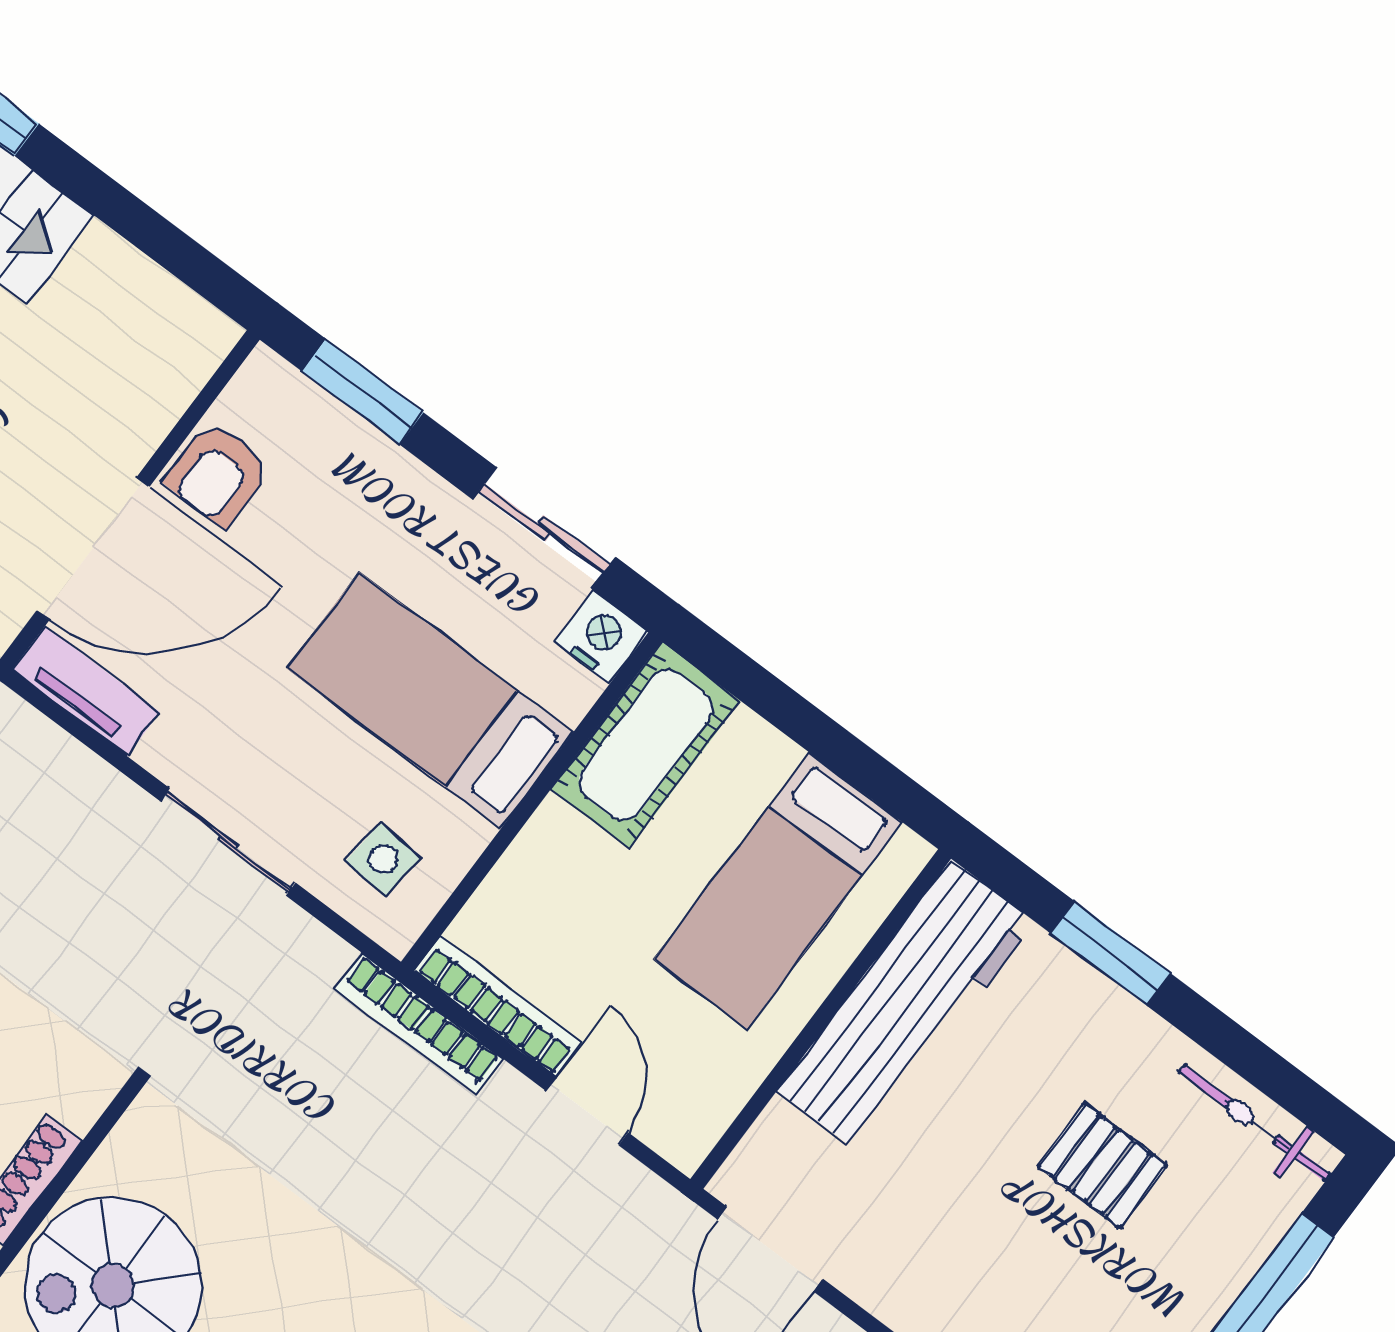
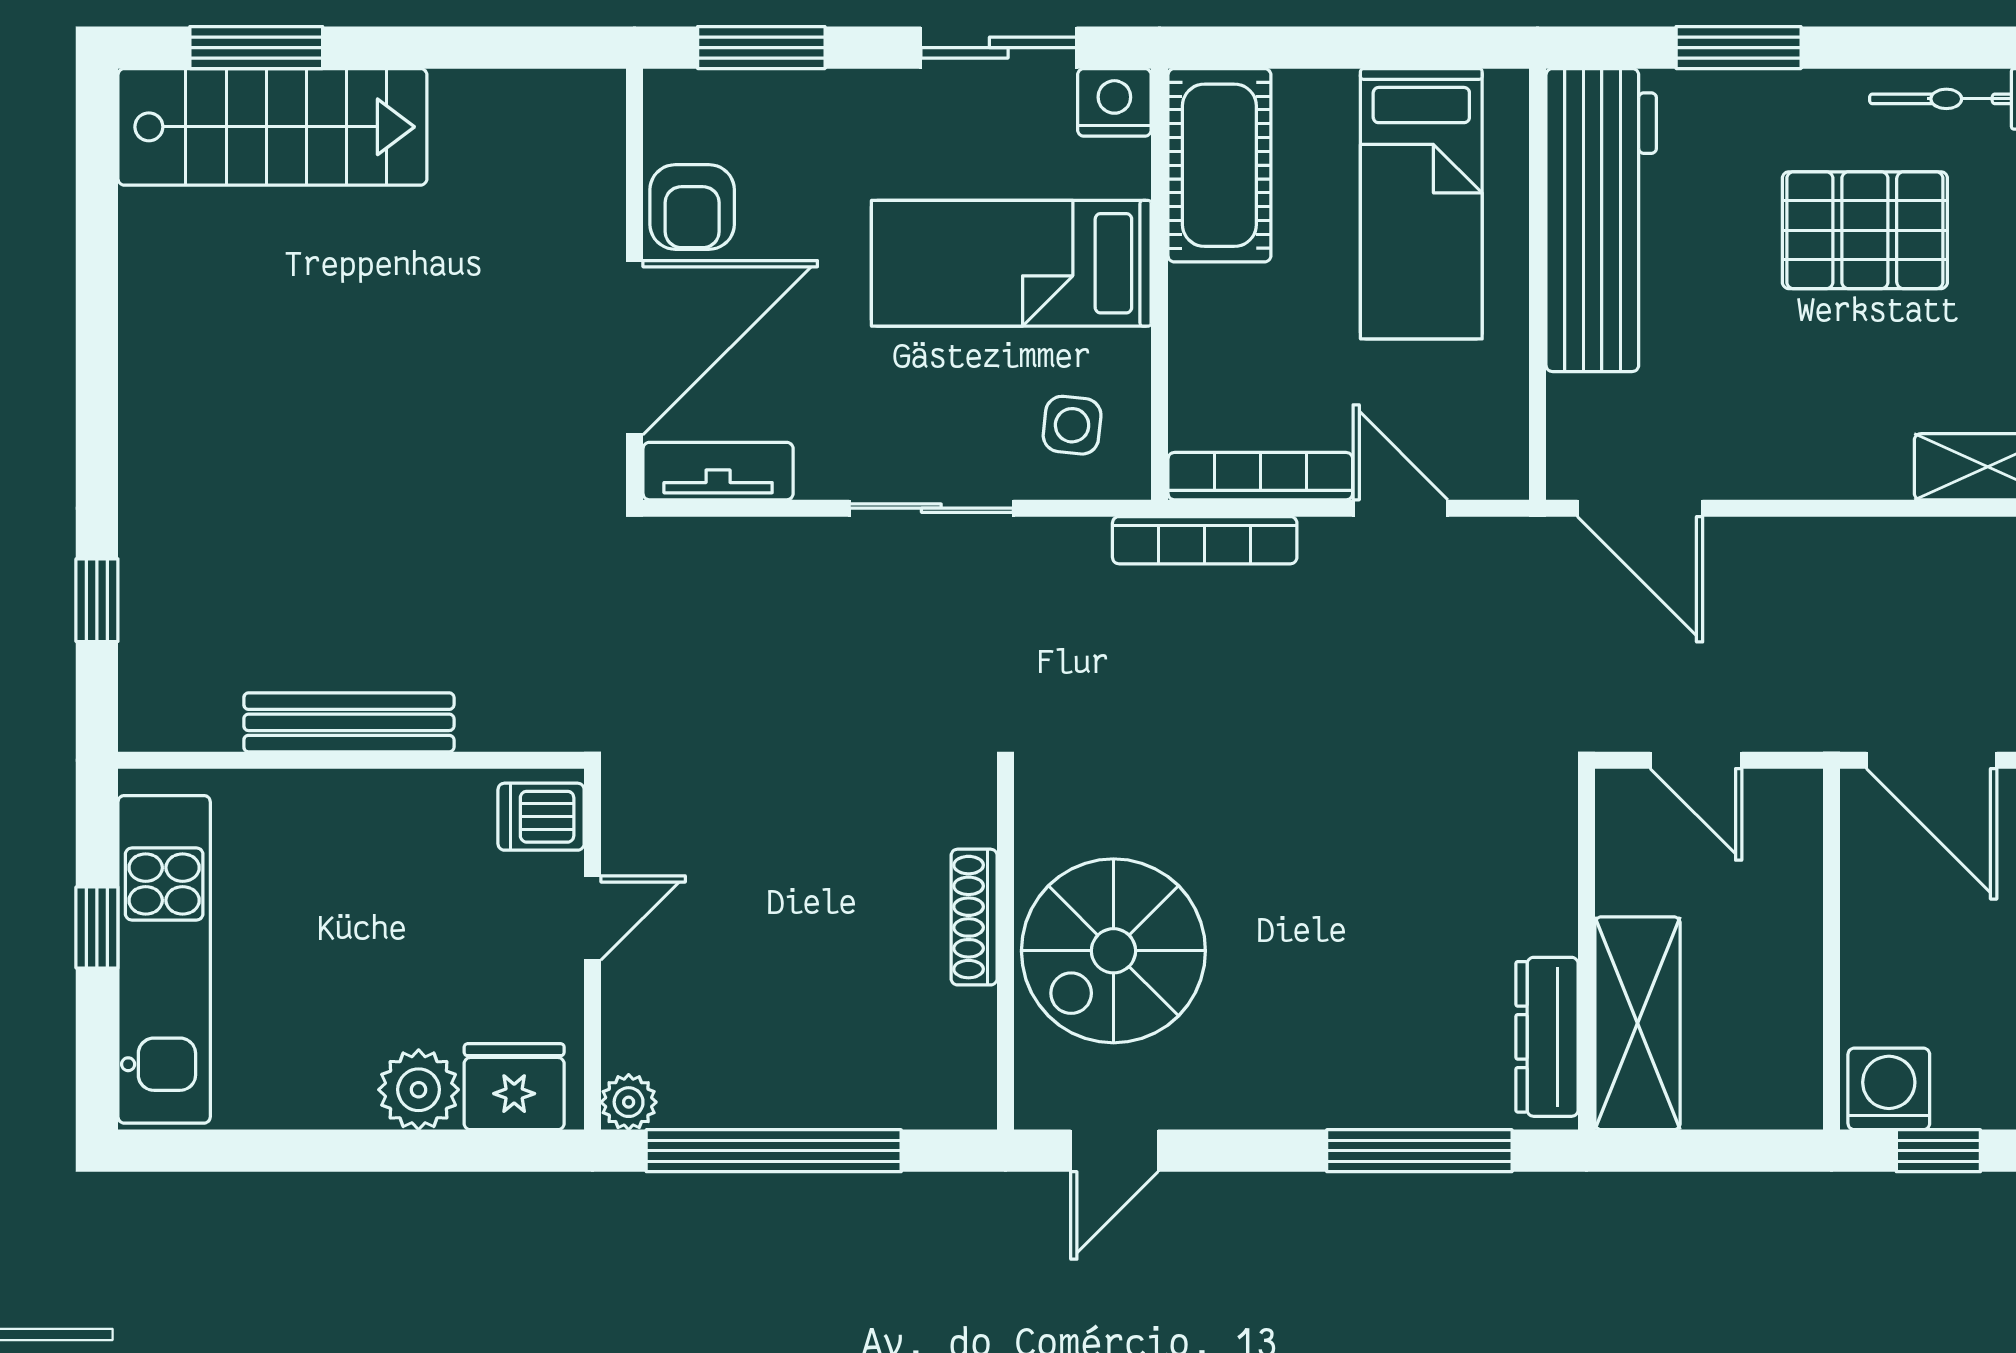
pallet: (1102, 1166) -> (1865, 230), width x1.50, depth x1.42

